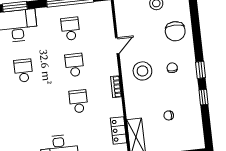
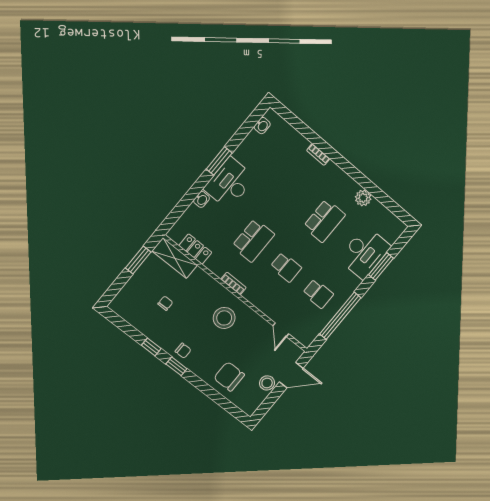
door: (117, 46) -> (281, 330), moved
chair: (172, 68) -> (183, 351), moved
school desk: (23, 71) -> (324, 221), width x1.85
school desk: (78, 101) -> (253, 240), width x1.85

